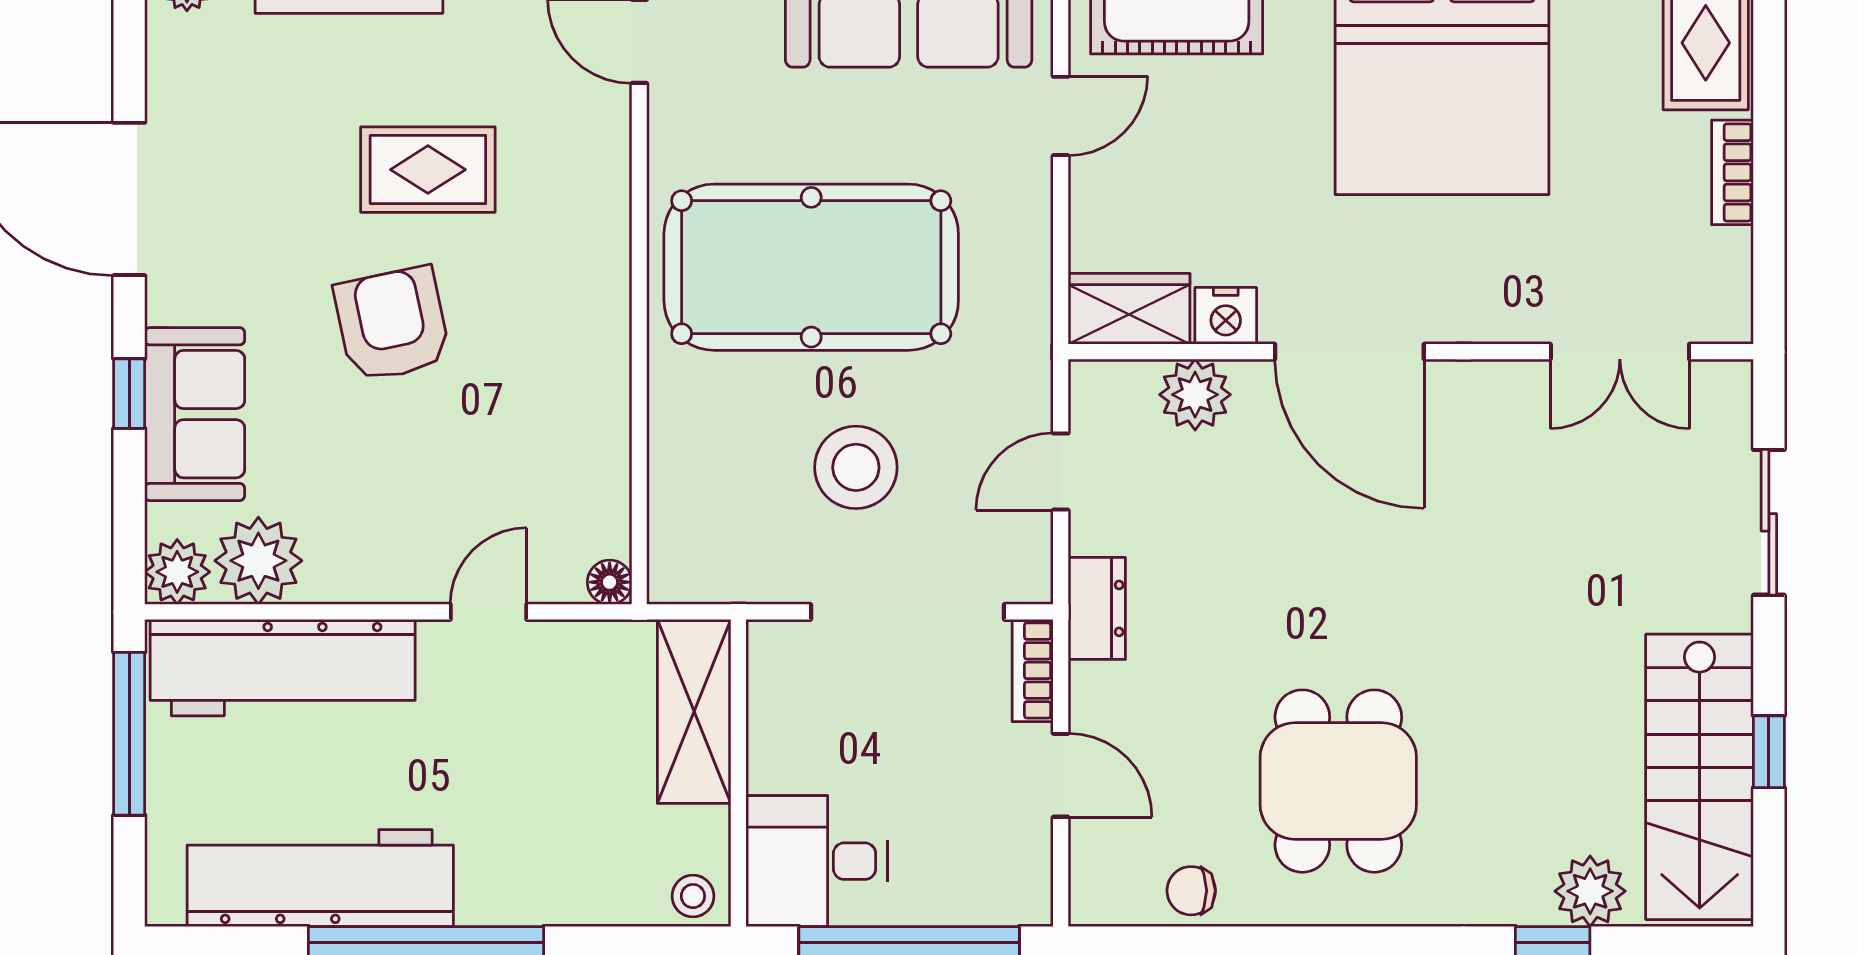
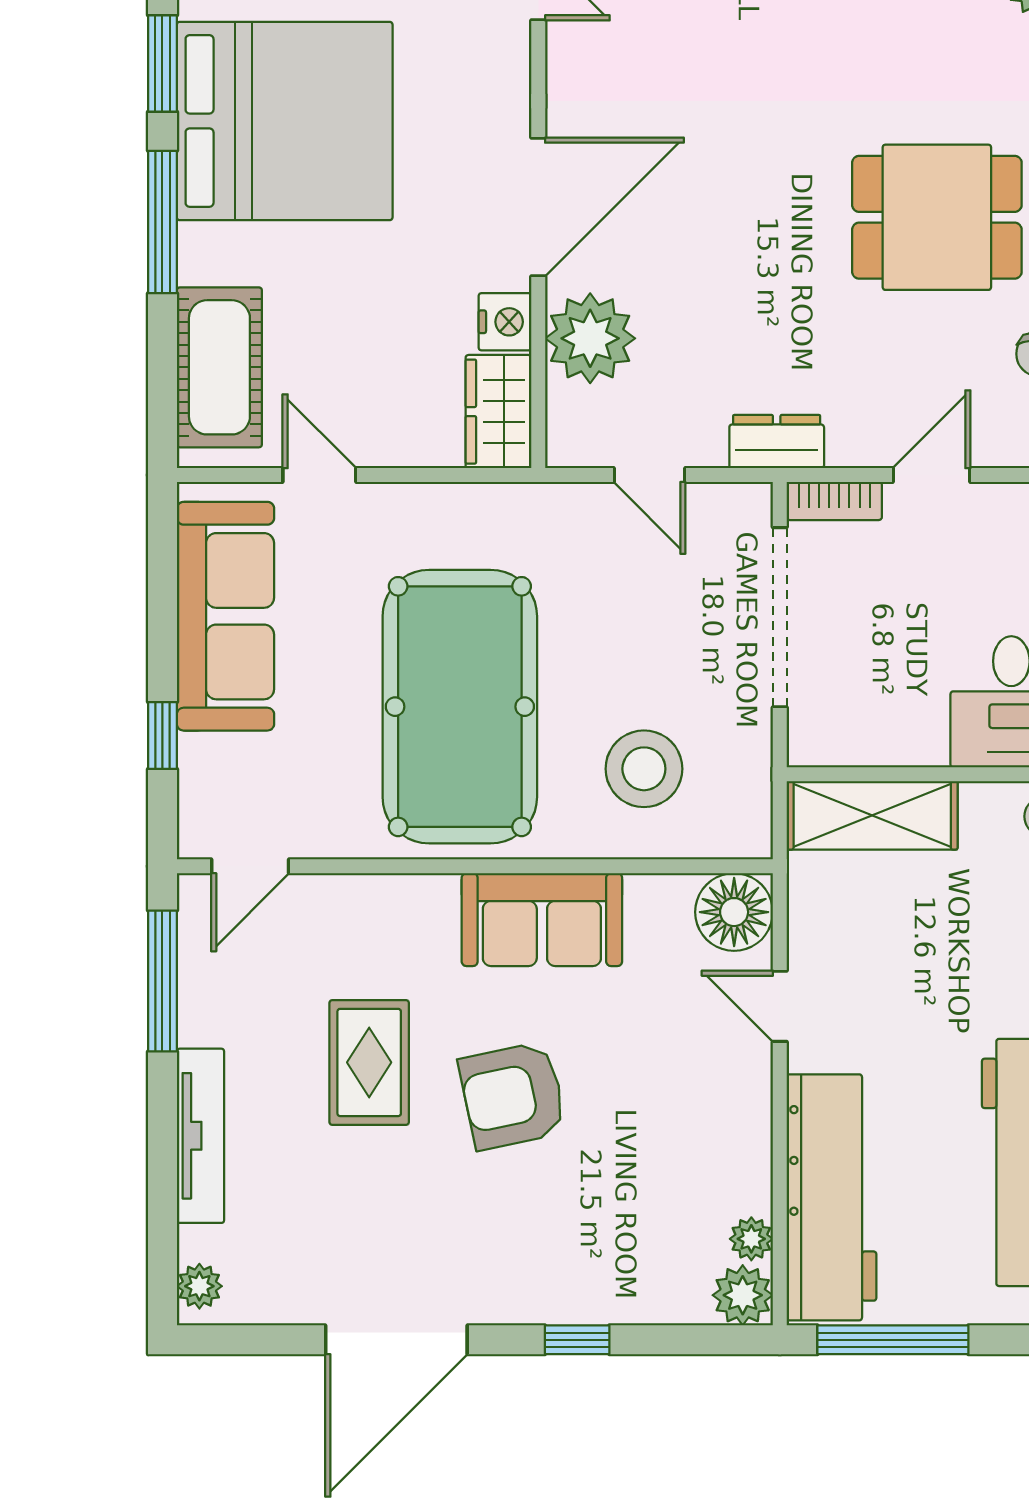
plant: (1195, 395) -> (590, 338), width x1.36, depth x1.36
sofa: (195, 414) -> (542, 920), moved, turned 180
stool: (856, 467) -> (644, 769), moved
plant: (258, 561) -> (751, 1239), width x0.53, depth x0.53
floor lamp: (610, 582) -> (734, 912), width x1.89, depth x1.89

